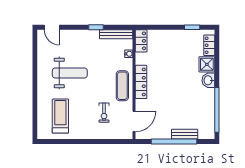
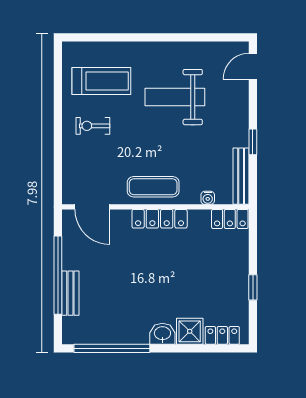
window: (192, 27) -> (253, 287), moved
weight bench: (70, 73) -> (175, 97), turned 90
exercise bike: (104, 113) -> (93, 126), moved

